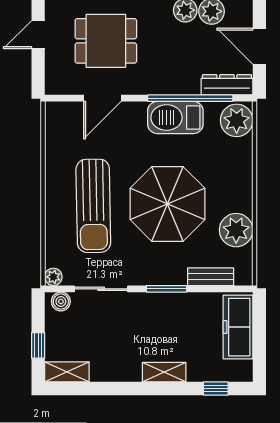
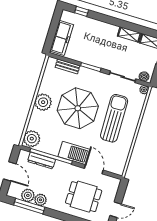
dresser: (227, 85) -> (41, 161), moved
door: (102, 98) -> (94, 169), hinge flipped
barbecue: (175, 118) -> (74, 153), moved
plant: (236, 230) -> (43, 102), moved
shelving: (164, 372) -> (129, 35), moved

